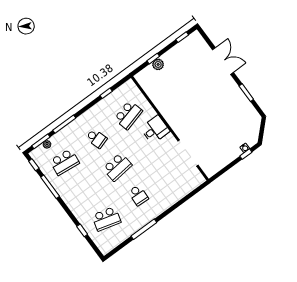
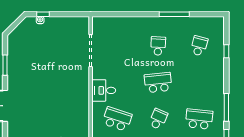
school desk: (128, 115) -> (117, 119), turned 33
school desk: (96, 139) -> (158, 119), turned 42
school desk: (106, 219) -> (199, 46), width x0.54

